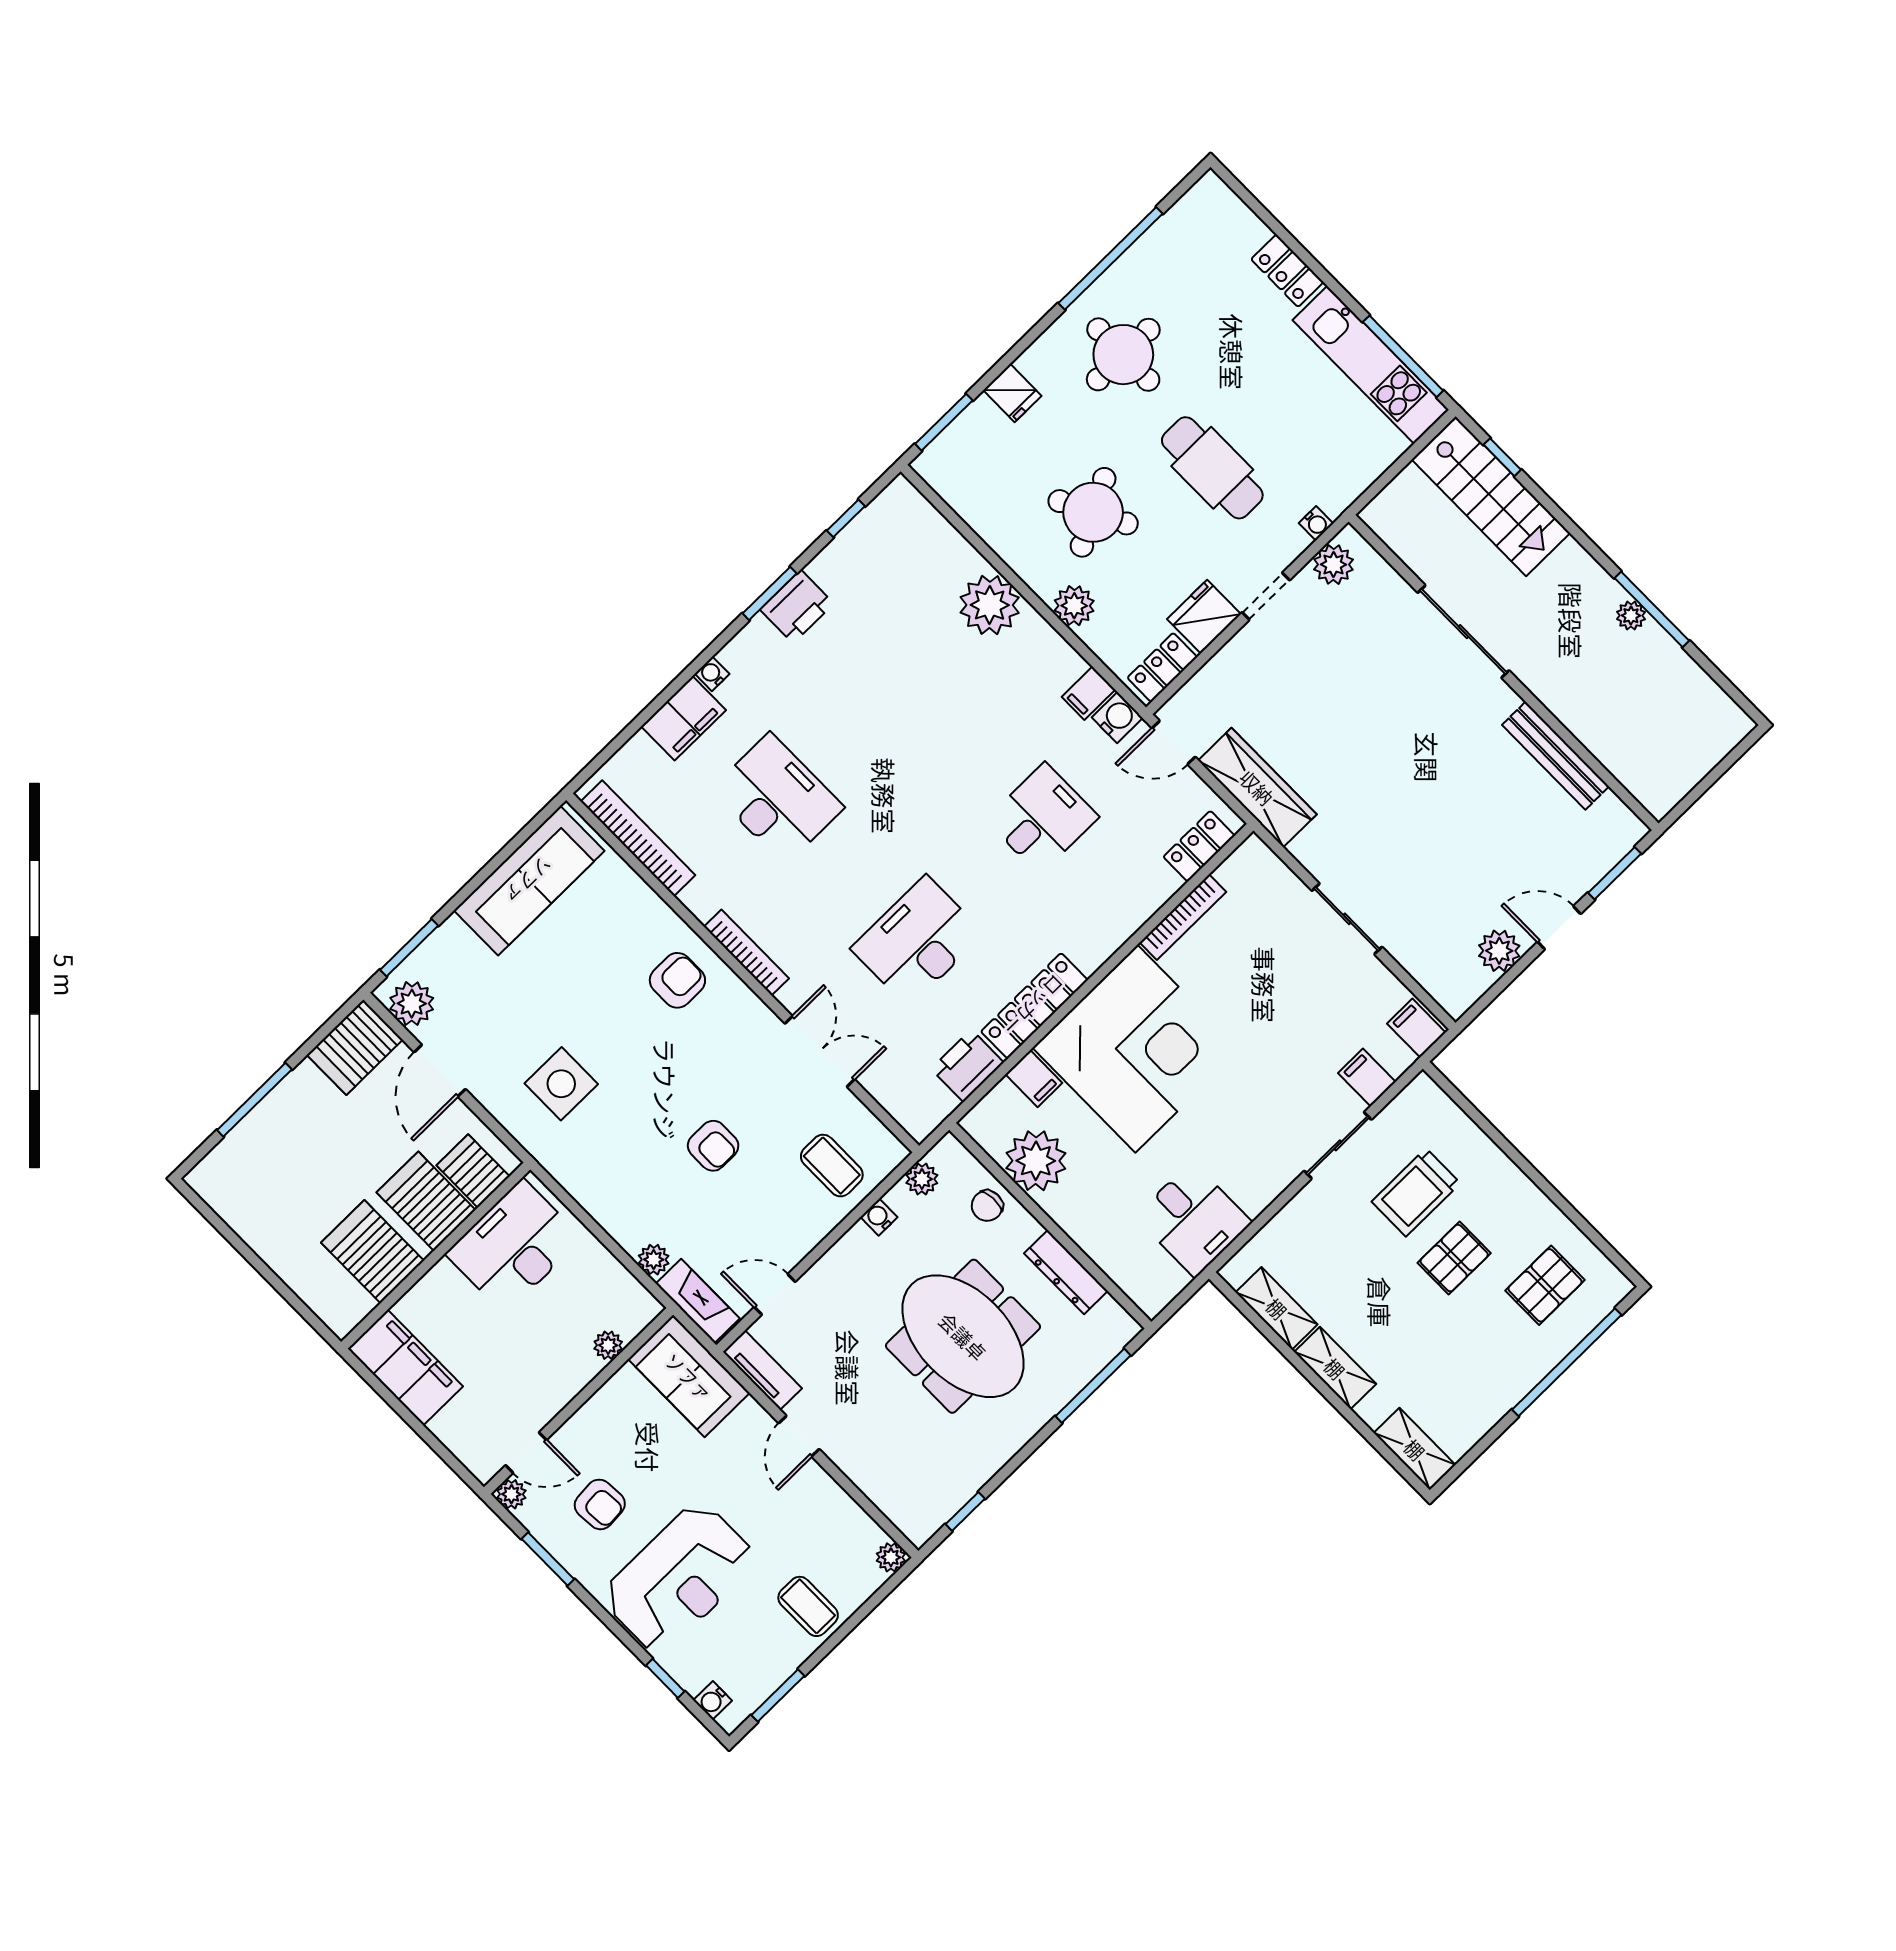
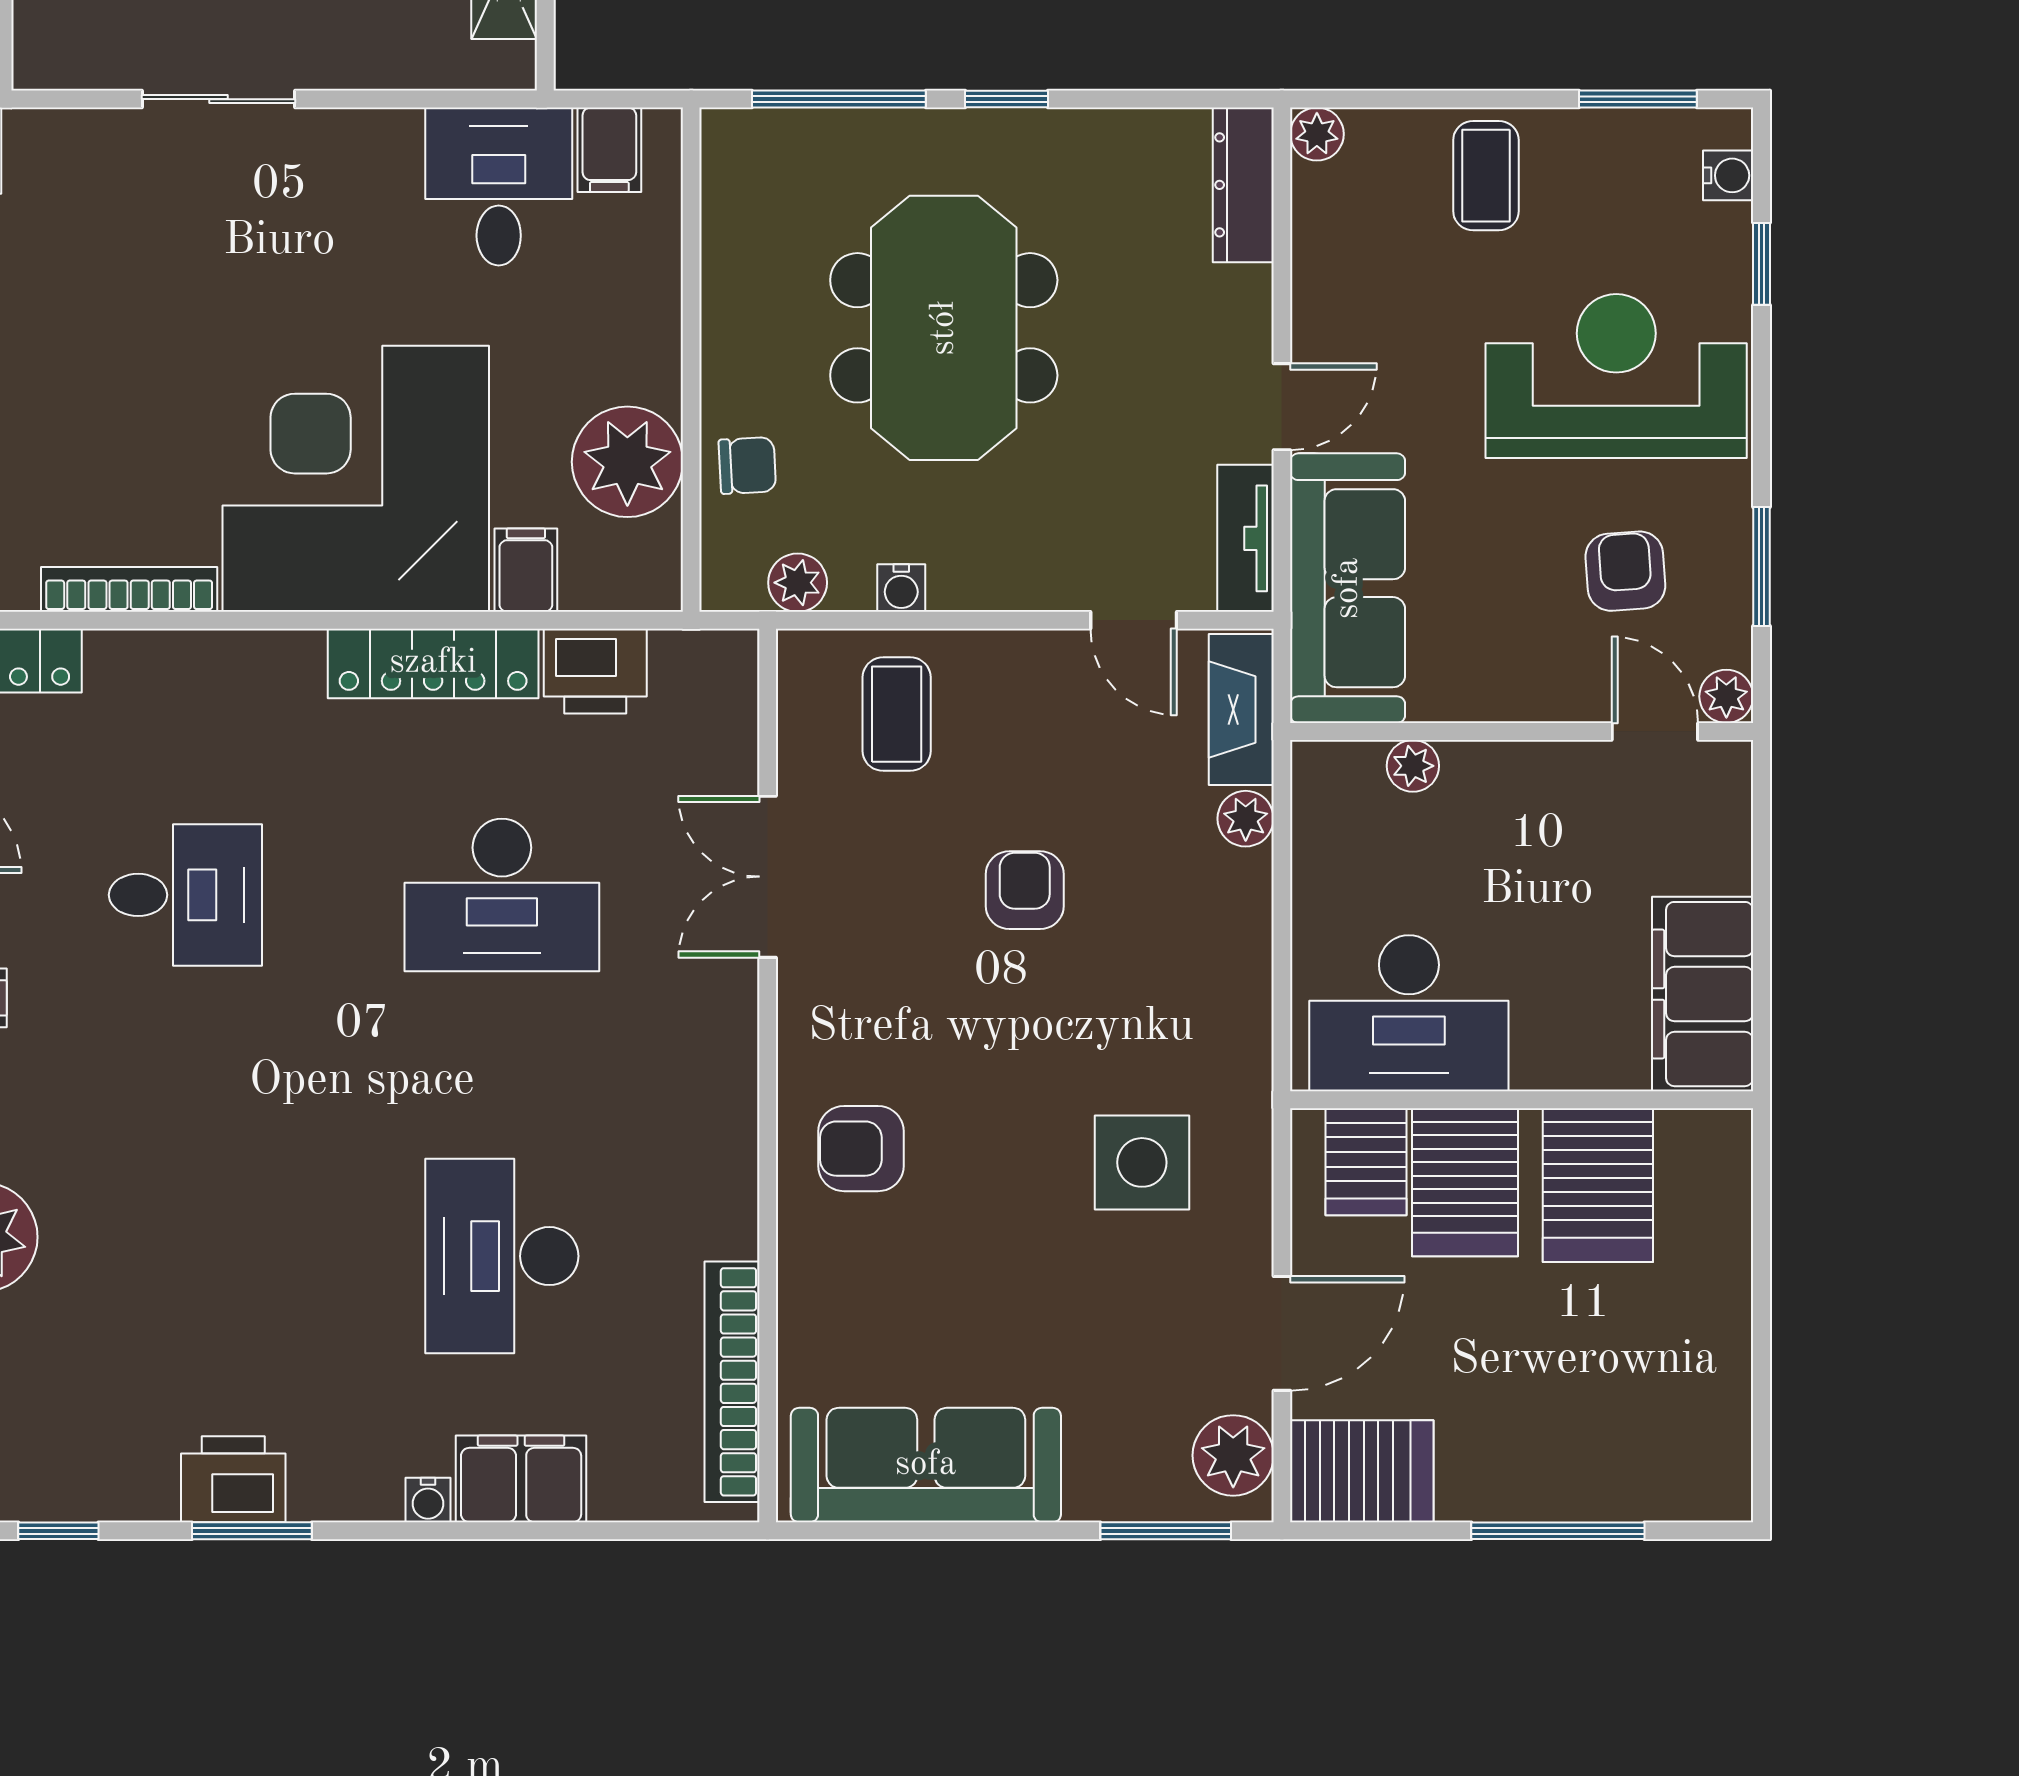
desk: (1042, 818) -> (185, 895), turned 180
bookcase: (746, 953) -> (737, 1097), removed
filing cabinet: (1367, 1077) -> (609, 150), moved
dresser: (1066, 1272) -> (1243, 185), moved, turned 180
sofa: (689, 1376) -> (1348, 588), width x1.36
window: (965, 1511) -> (1007, 99), moved

